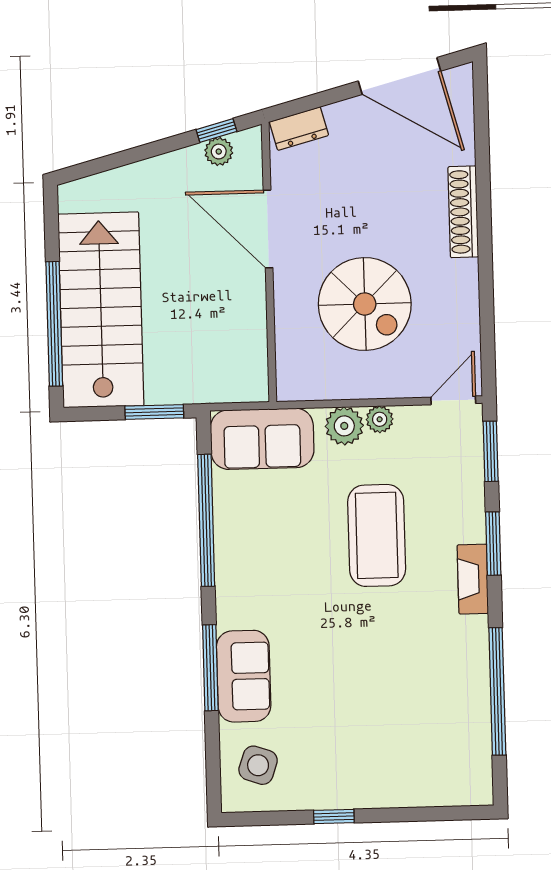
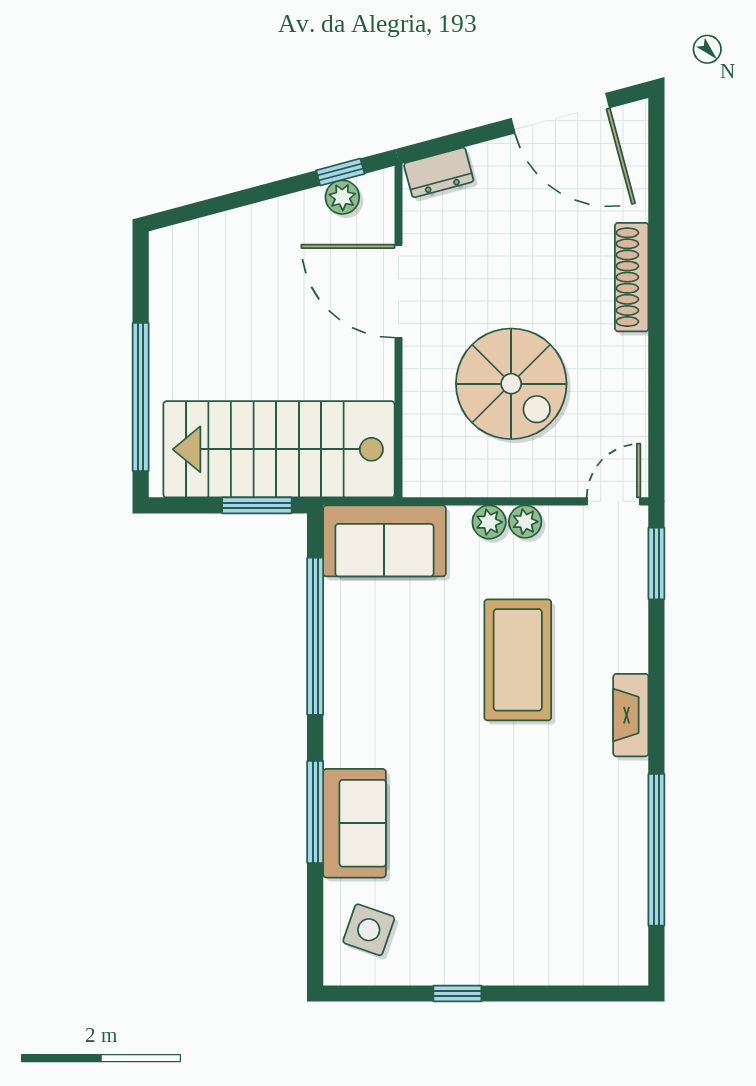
stairs: (101, 310) -> (279, 449), moved, turned -90
plant: (344, 426) -> (489, 522), width x0.73, depth x0.73
window: (493, 544) -> (656, 673), removed

